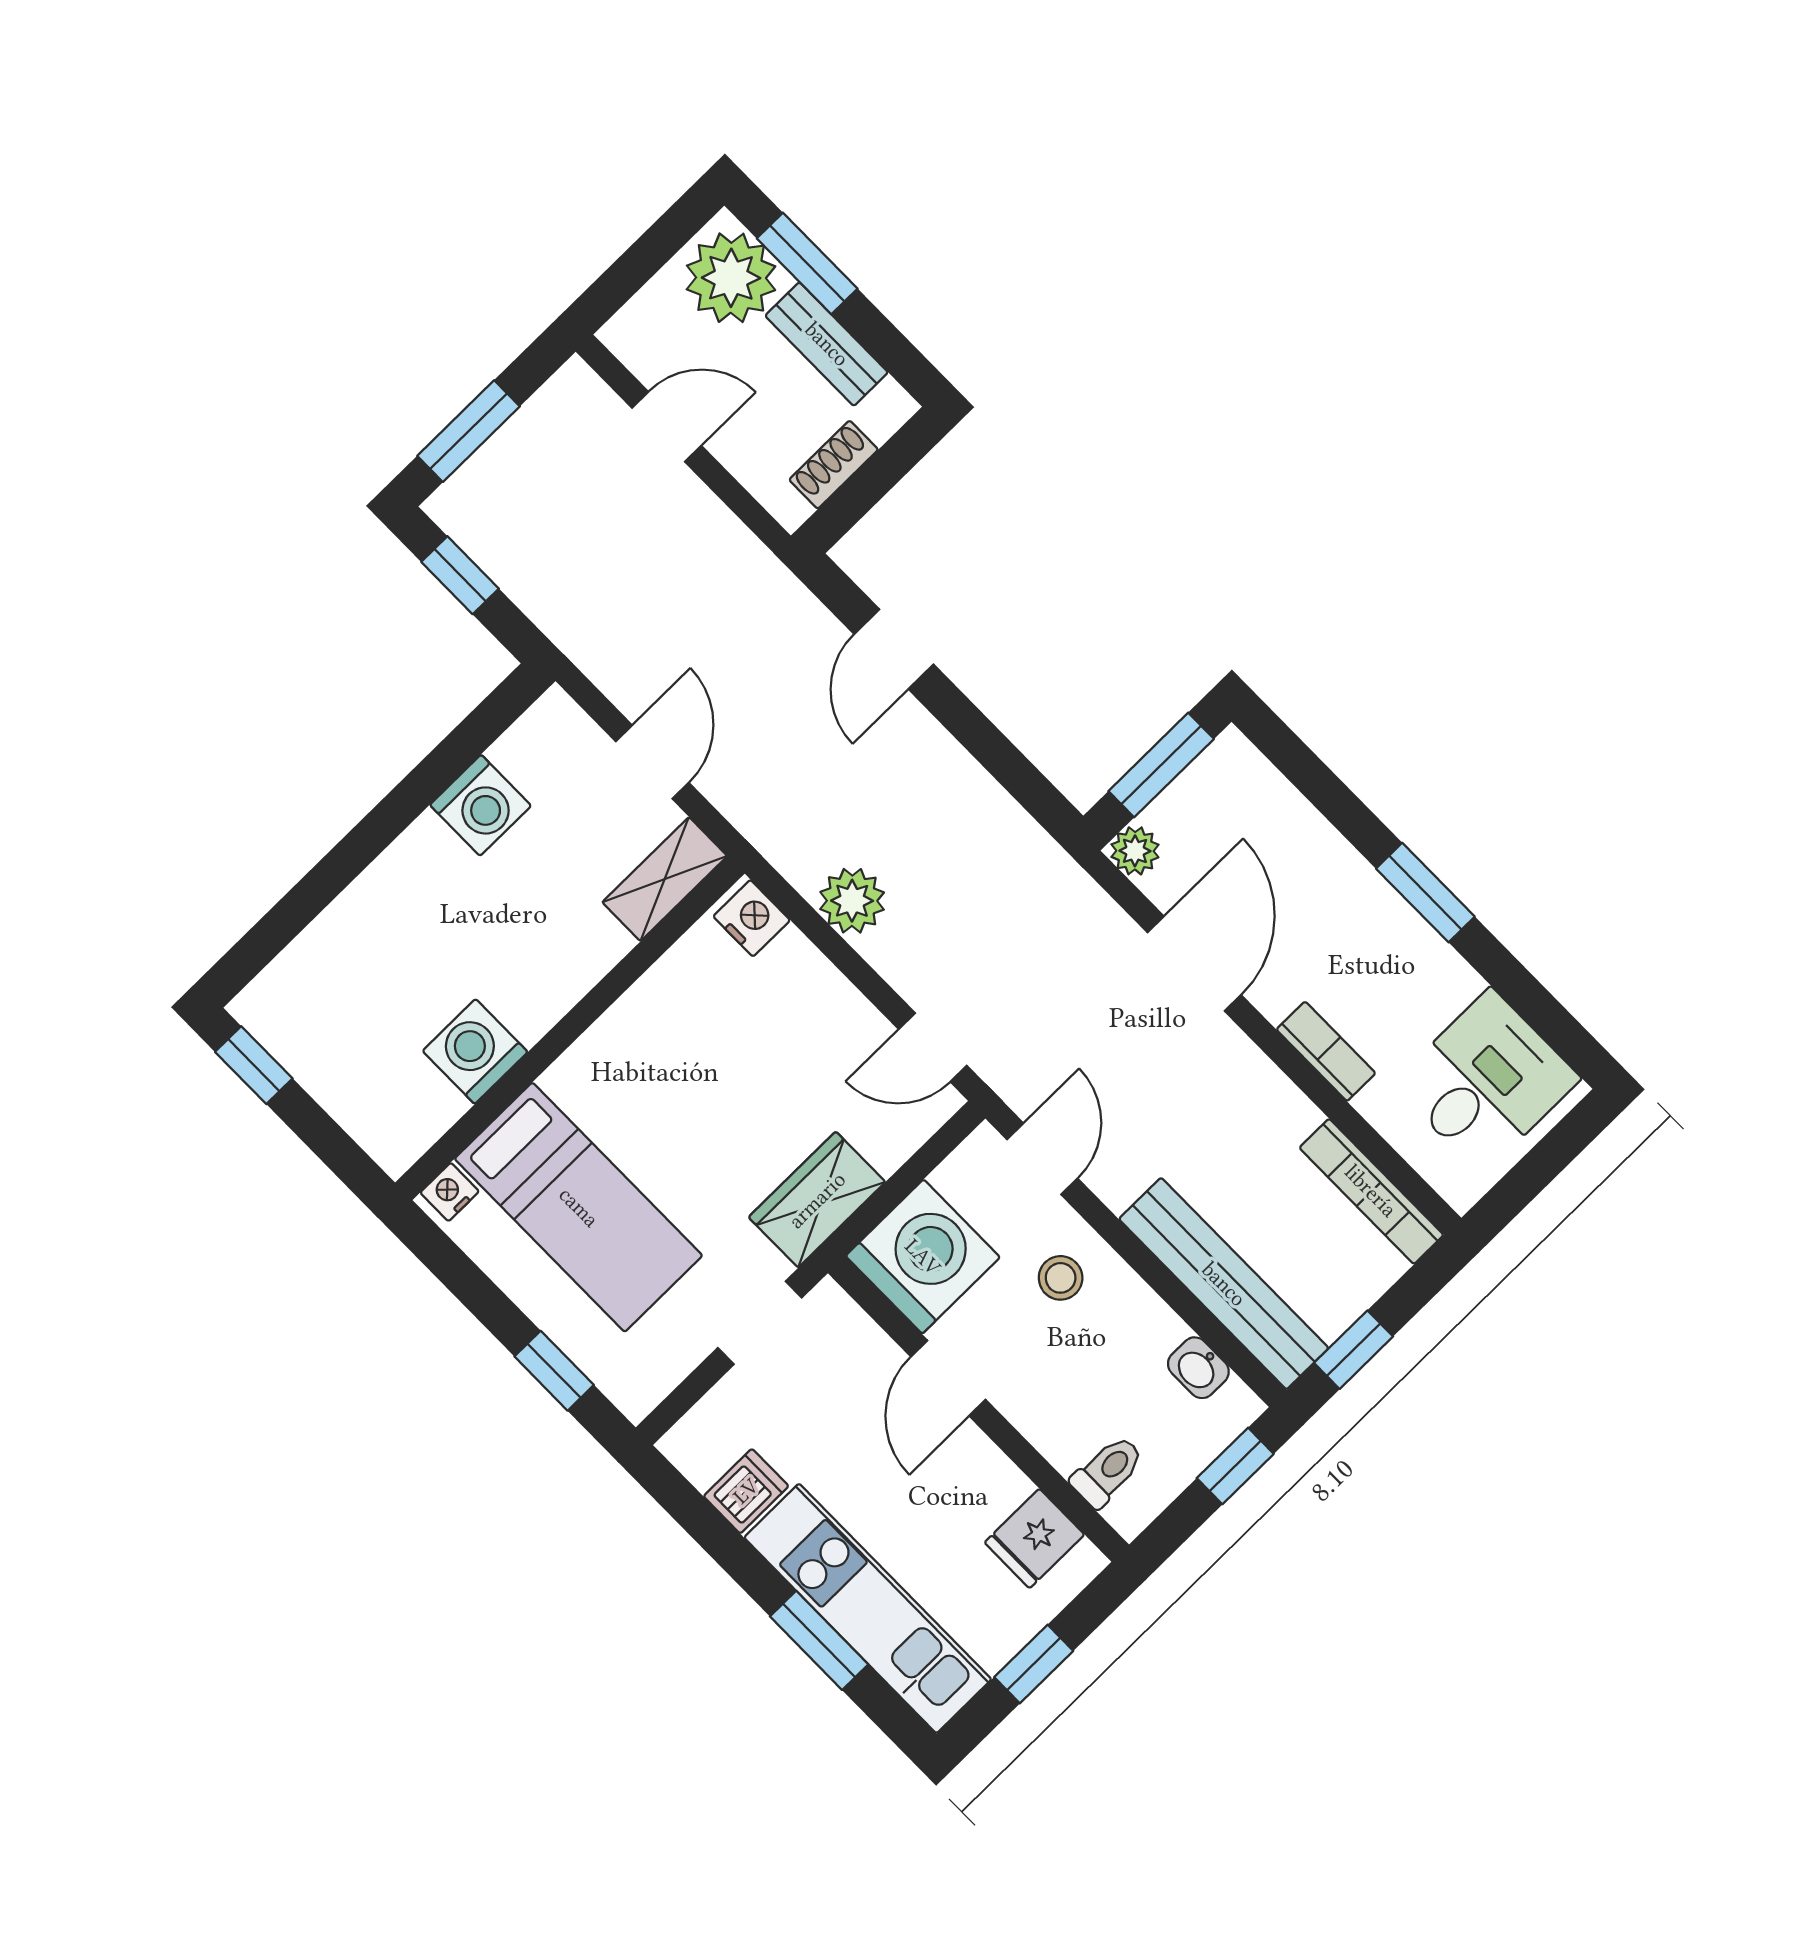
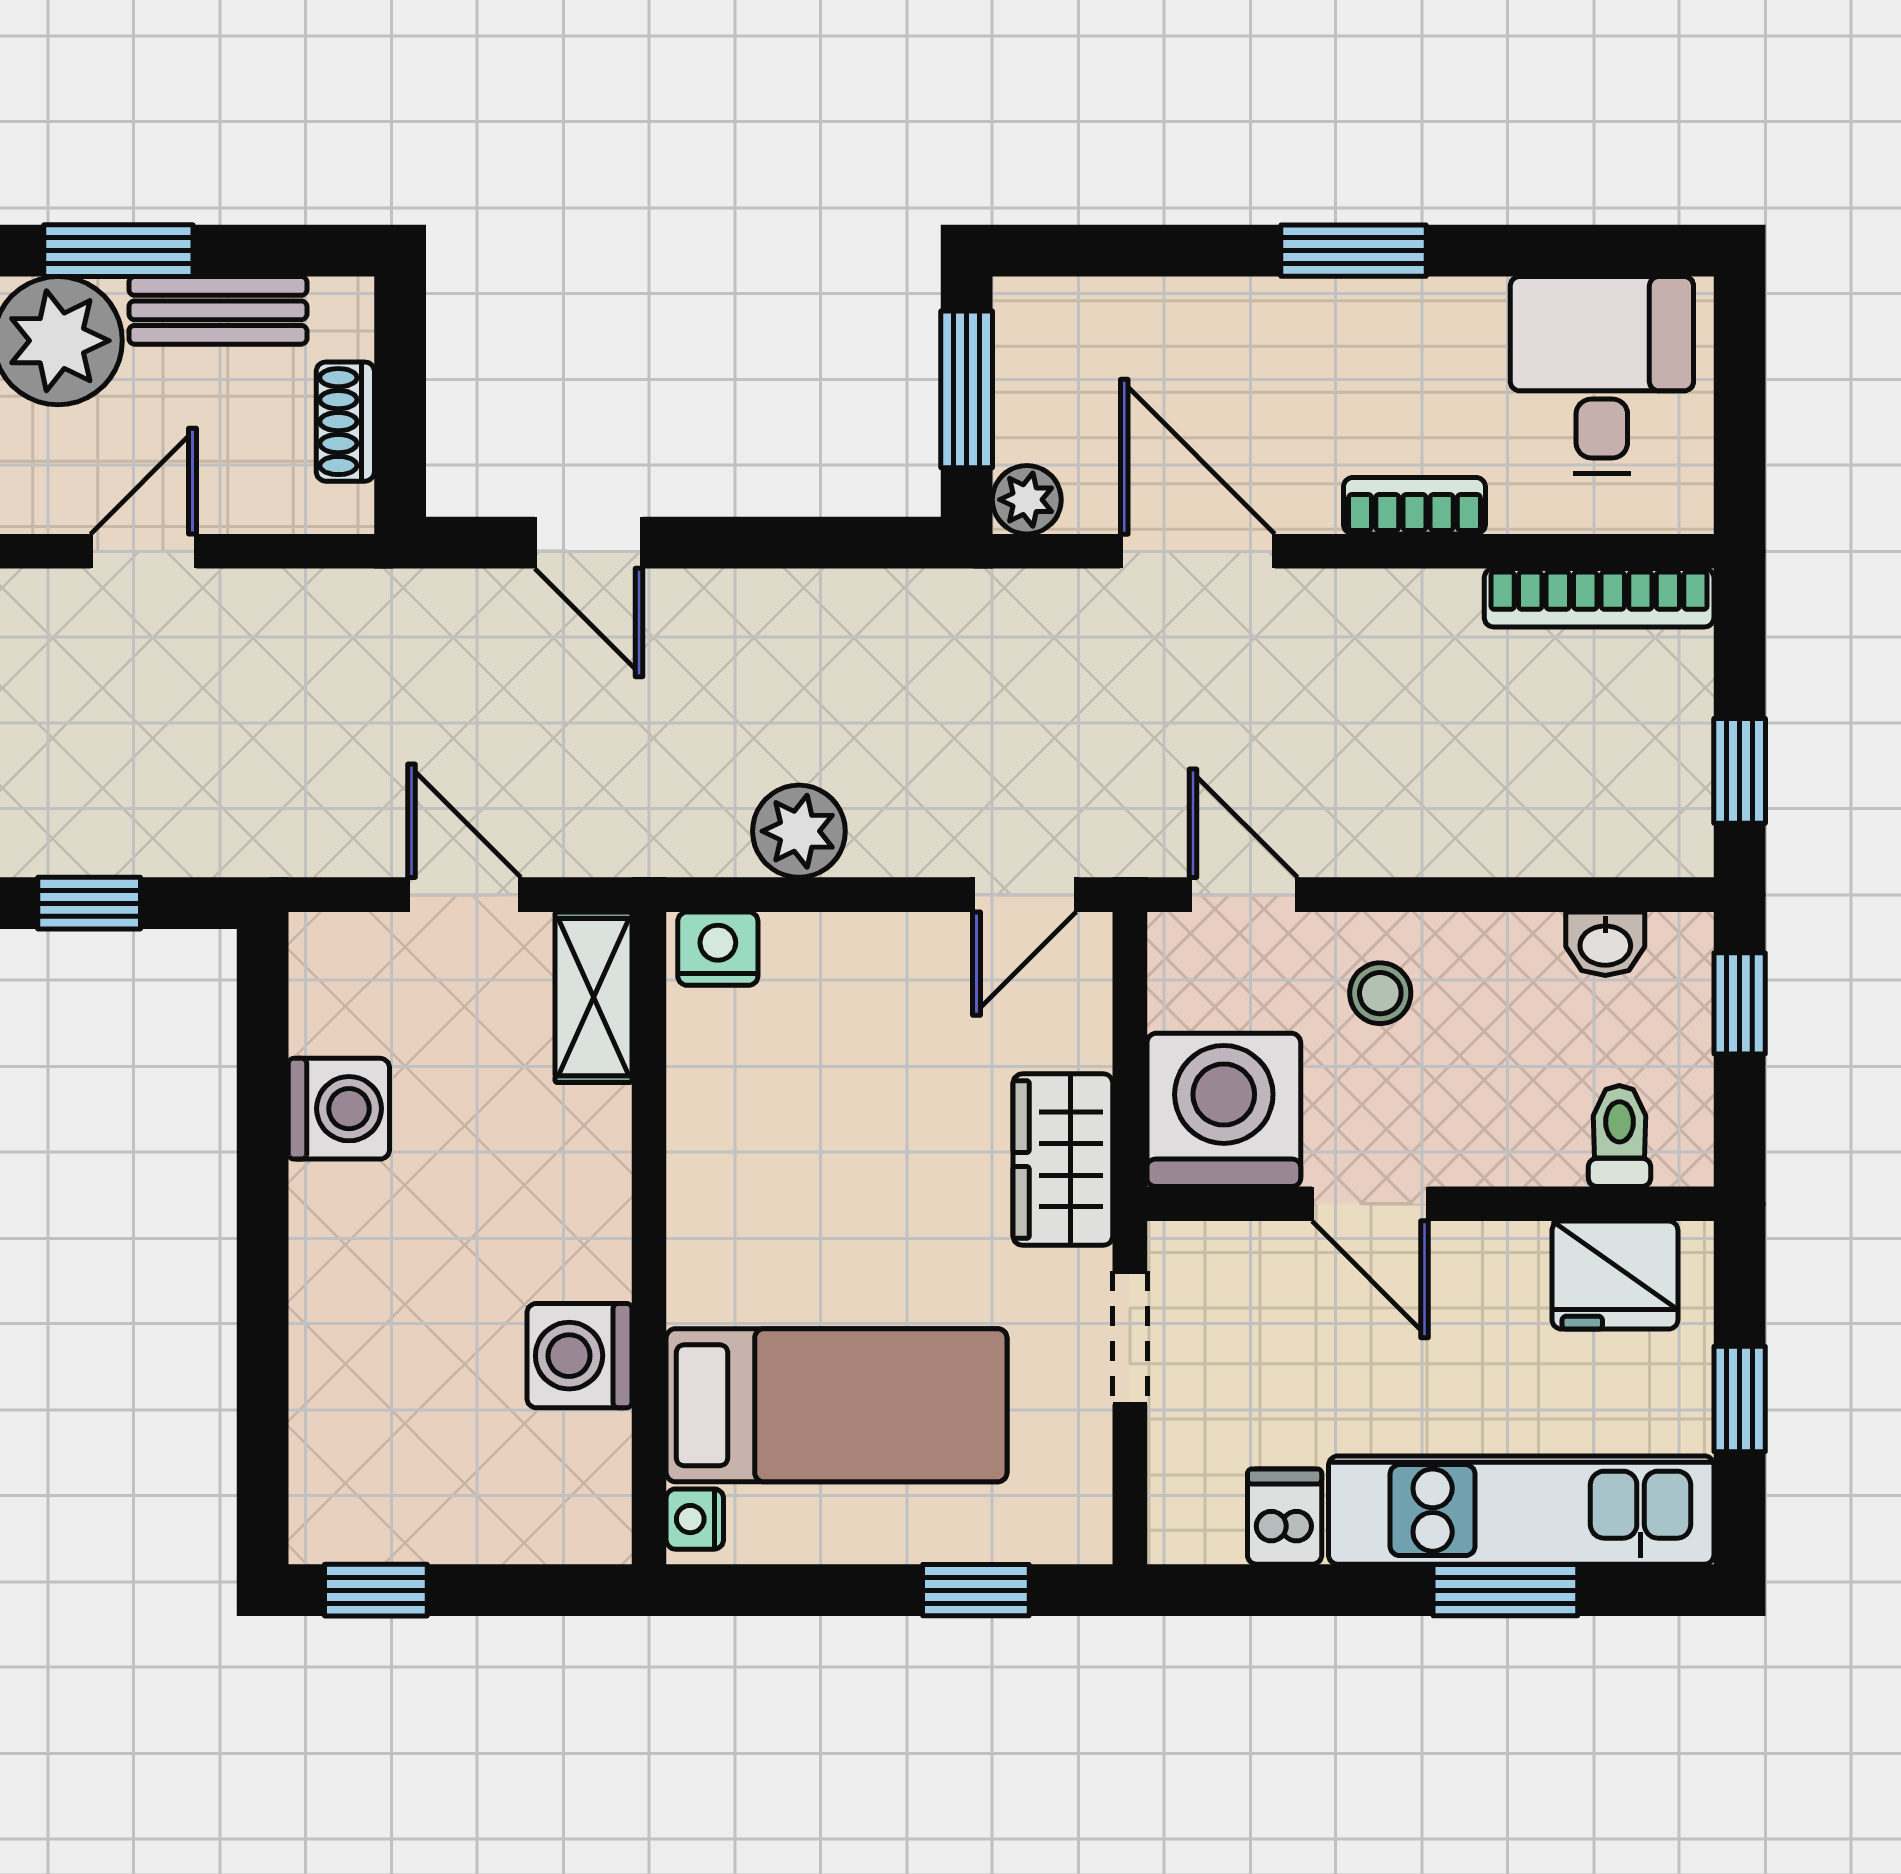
bench: (1224, 1284) -> (1546, 836), removed
fridge: (1034, 1539) -> (1615, 1275), width x1.38

